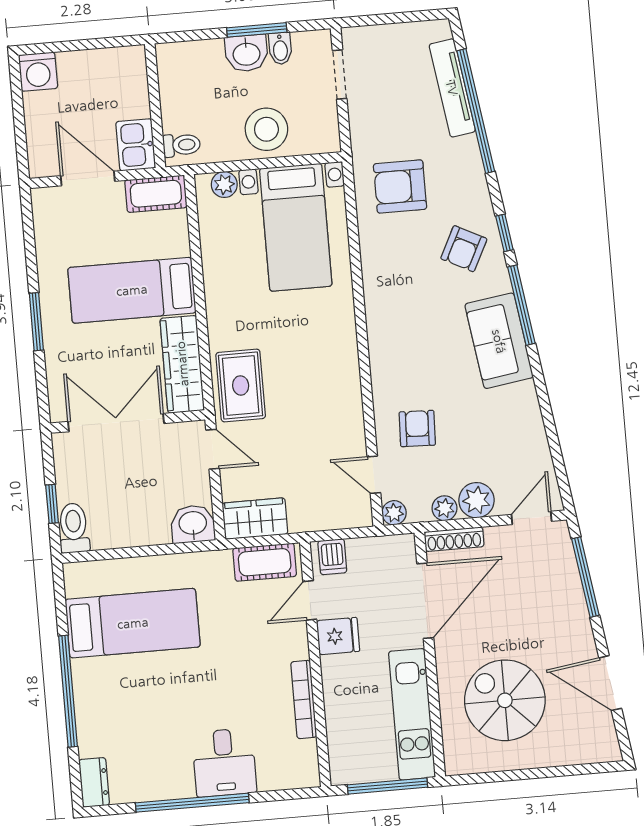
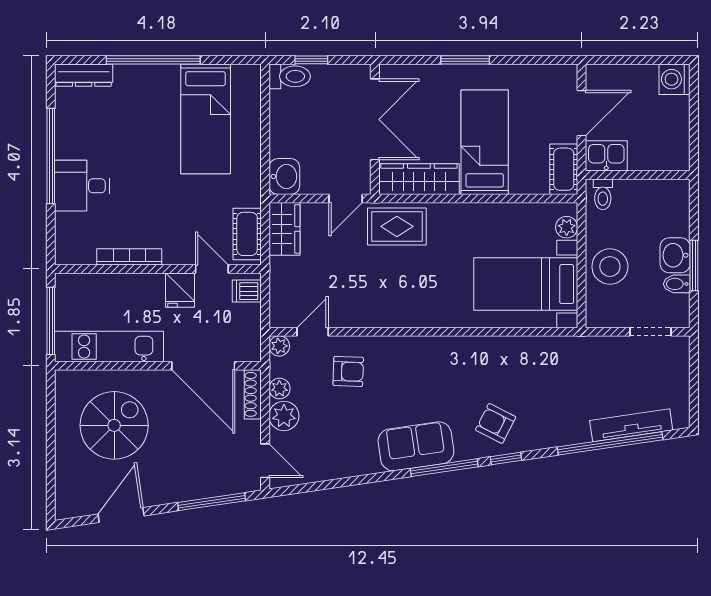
armchair: (400, 187) -> (552, 374), removed
dresser: (94, 782) -> (84, 75), width x1.44

